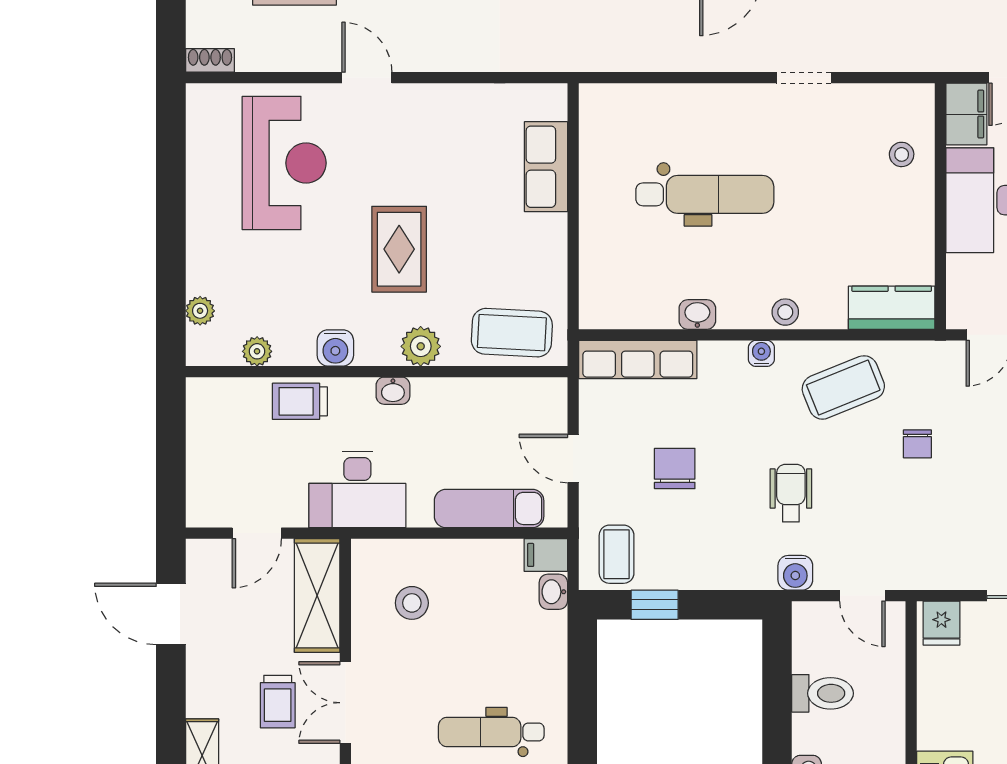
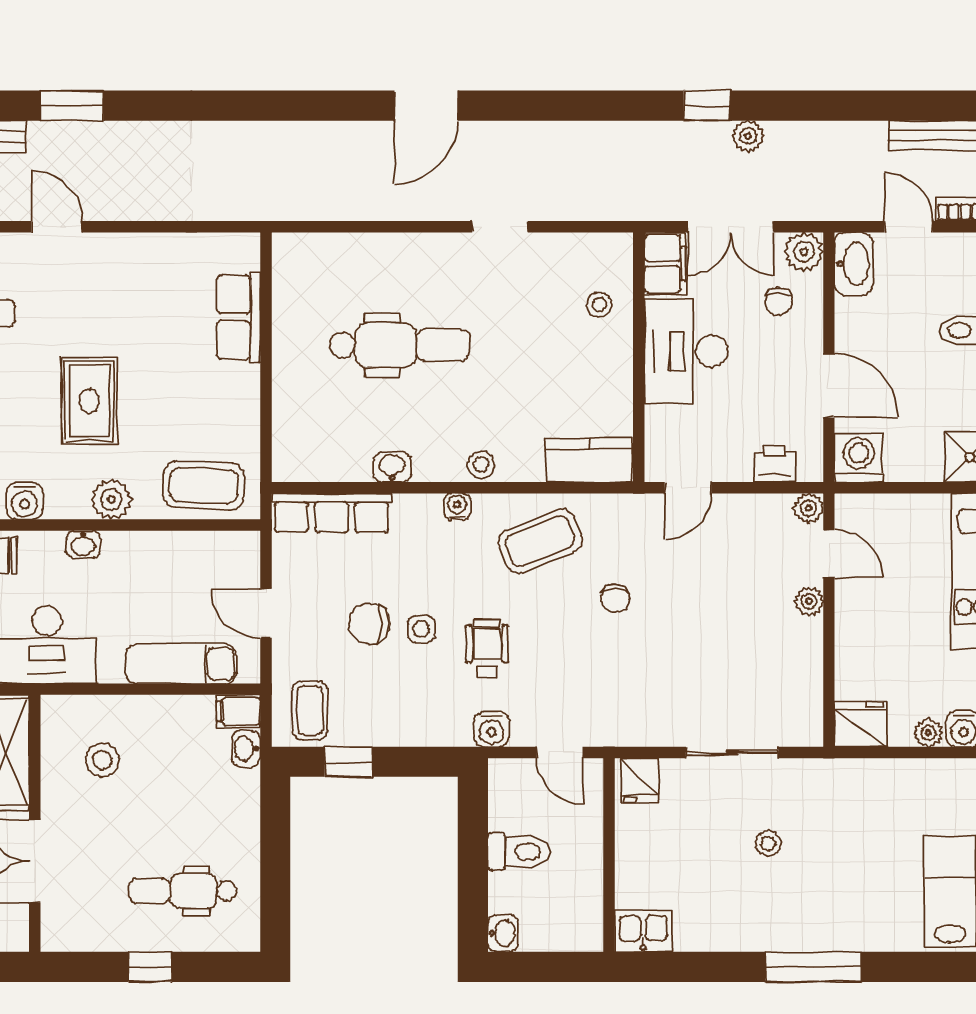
chair: (675, 469) -> (369, 624), turned -90
side table: (726, 474) -> (421, 629), added

